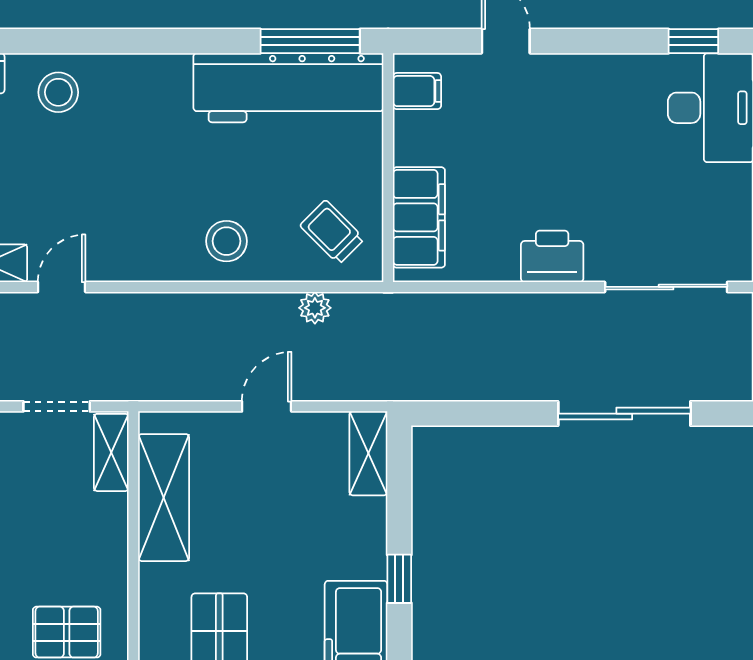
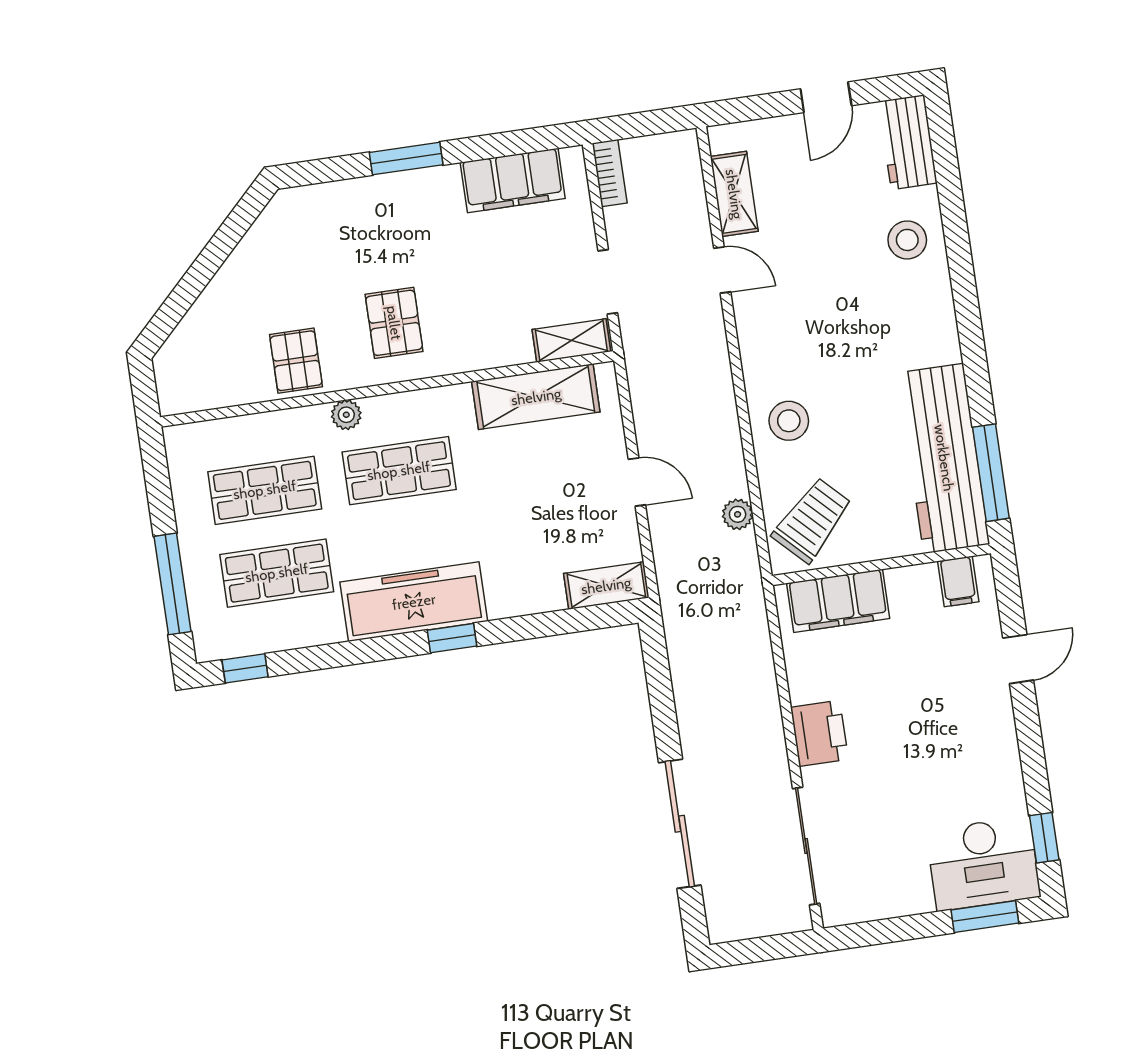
trolley: (332, 232) -> (812, 520), width x1.36, depth x1.39
window: (399, 579) -> (452, 638), moved

